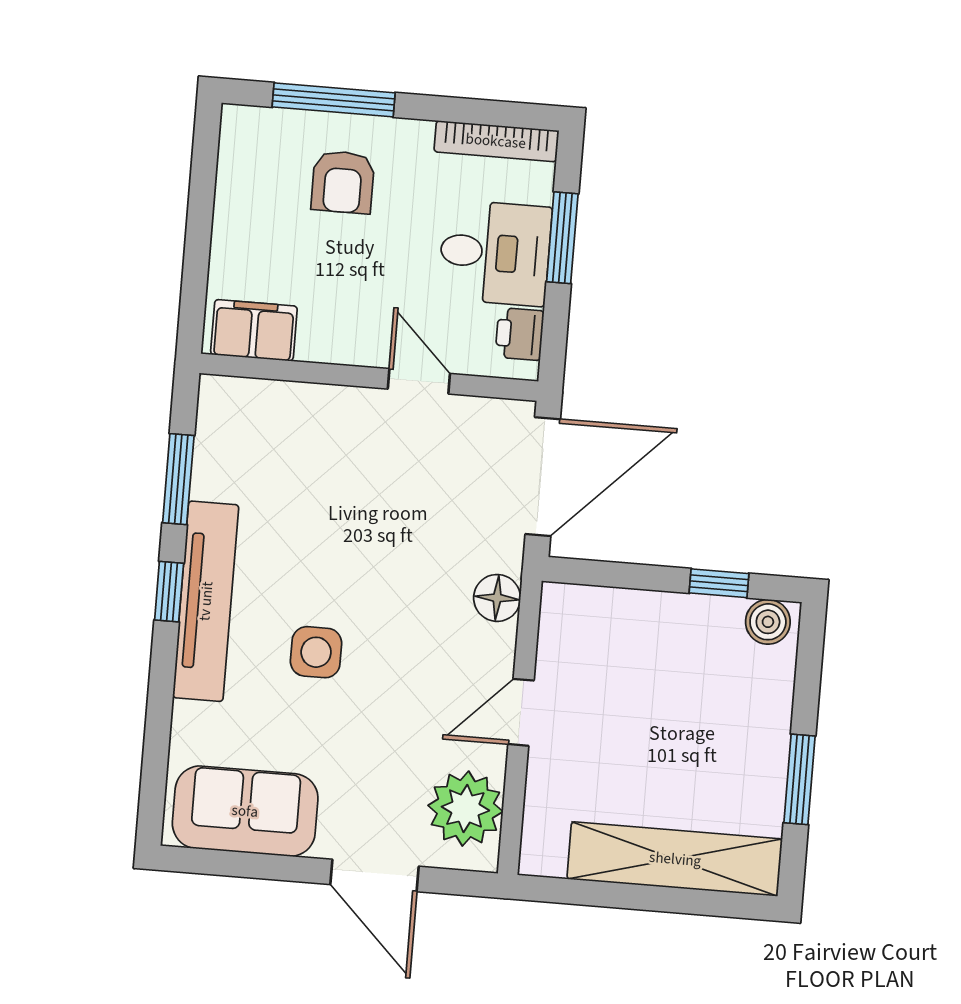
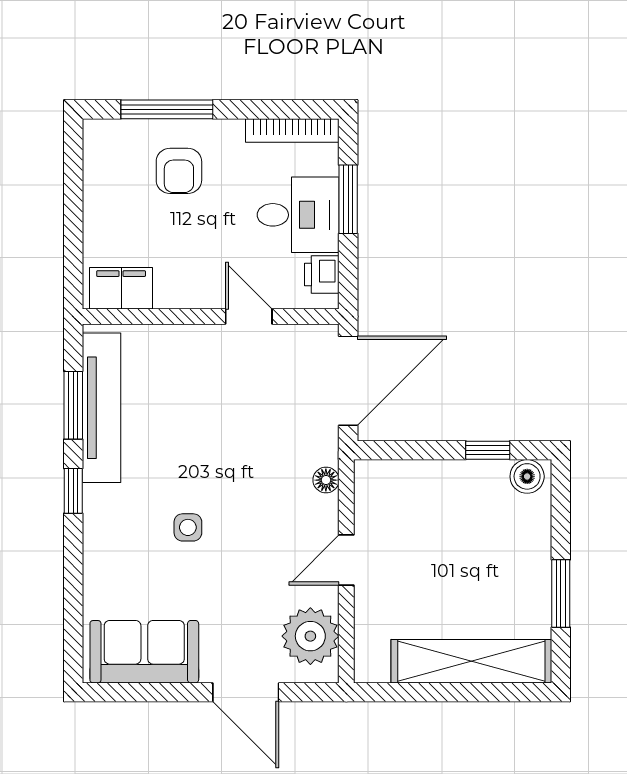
floor lamp: (497, 598) -> (326, 480), width x0.73, depth x0.73
tv unit: (206, 601) -> (101, 408), moved
side table: (316, 652) -> (188, 527), width x0.73, depth x0.73

